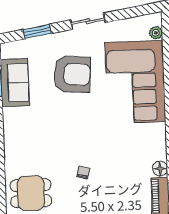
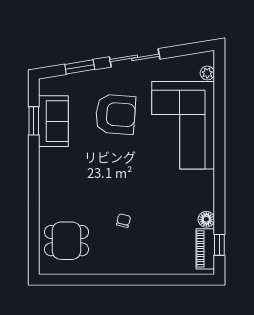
sliding door: (88, 21) -> (135, 58), width x1.37

